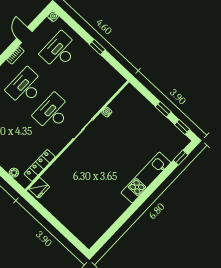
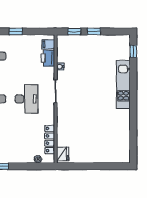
filing cabinet: (114, 84) -> (48, 44), added
printer: (103, 95) -> (48, 58), added
desk: (52, 112) -> (26, 99), turned 180
window: (182, 127) -> (74, 31), moved

